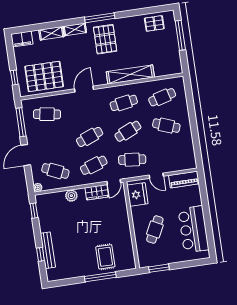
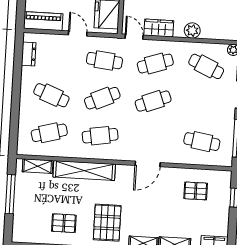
pallet: (154, 23) -> (64, 223), moved
window: (180, 35) -> (10, 194), moved
shelving: (166, 71) -> (38, 166), added
pallet: (44, 76) -> (196, 191), width x0.49, depth x0.50
dresser: (190, 153) -> (29, 54), added
door: (114, 182) -> (134, 37), hinge flipped

